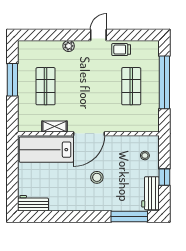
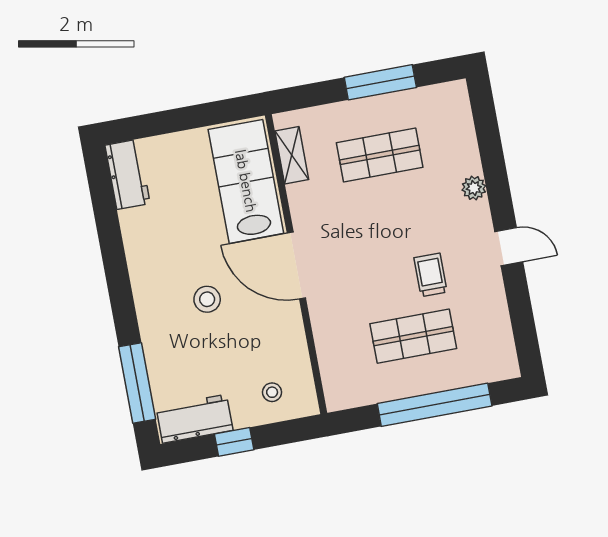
trolley: (121, 50) -> (431, 275), moved
shelving: (55, 126) -> (292, 155), moved

